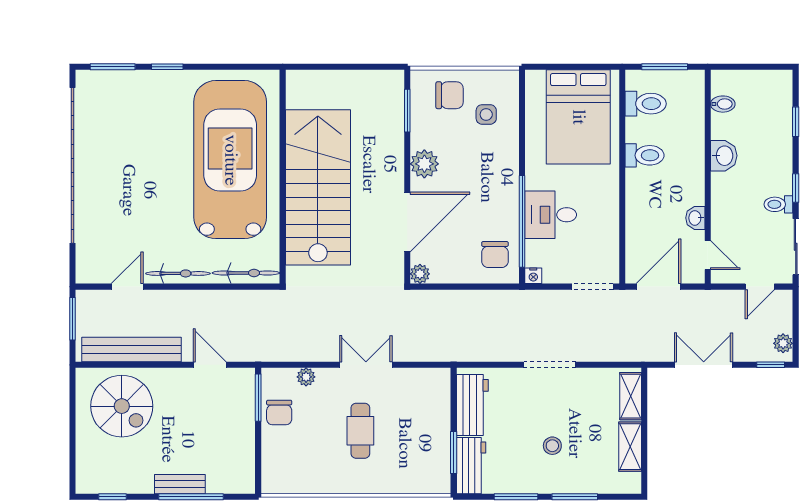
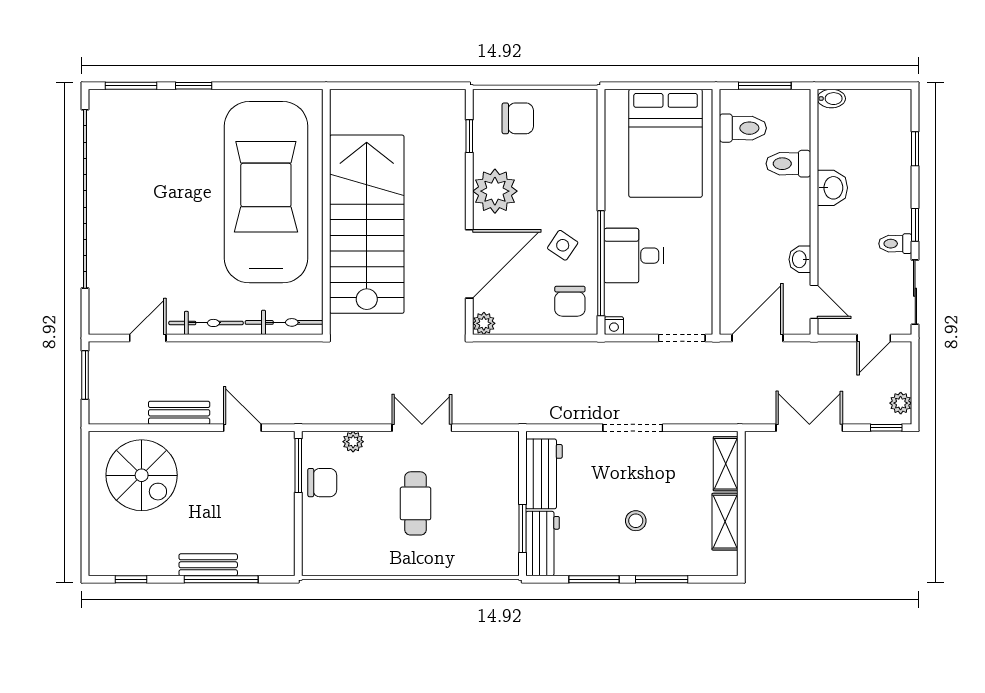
bidet: (723, 104) -> (831, 99), moved
window: (407, 111) -> (469, 136), width x0.67
side table: (486, 114) -> (563, 245), moved, turned 34
toilet: (645, 155) -> (788, 164), moved, turned 180
plant: (424, 164) -> (495, 191), width x1.36, depth x1.36
bench: (131, 350) -> (179, 413), width x0.54, depth x0.82
chair: (279, 413) -> (322, 483), turned -90

